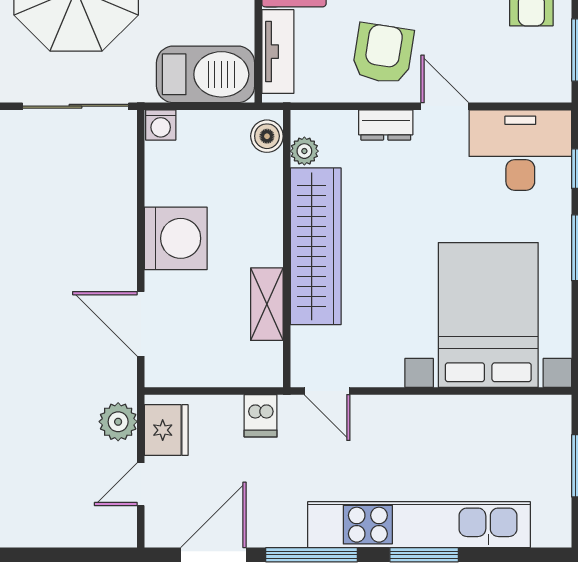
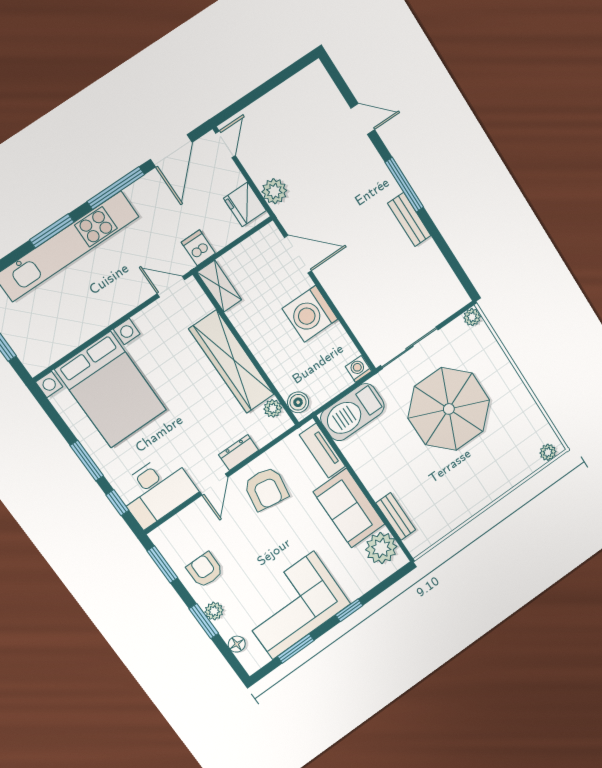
door: (445, 106) -> (214, 485), hinge flipped
shelving: (267, 304) -> (219, 286), moved
door: (141, 484) -> (226, 144), moved

